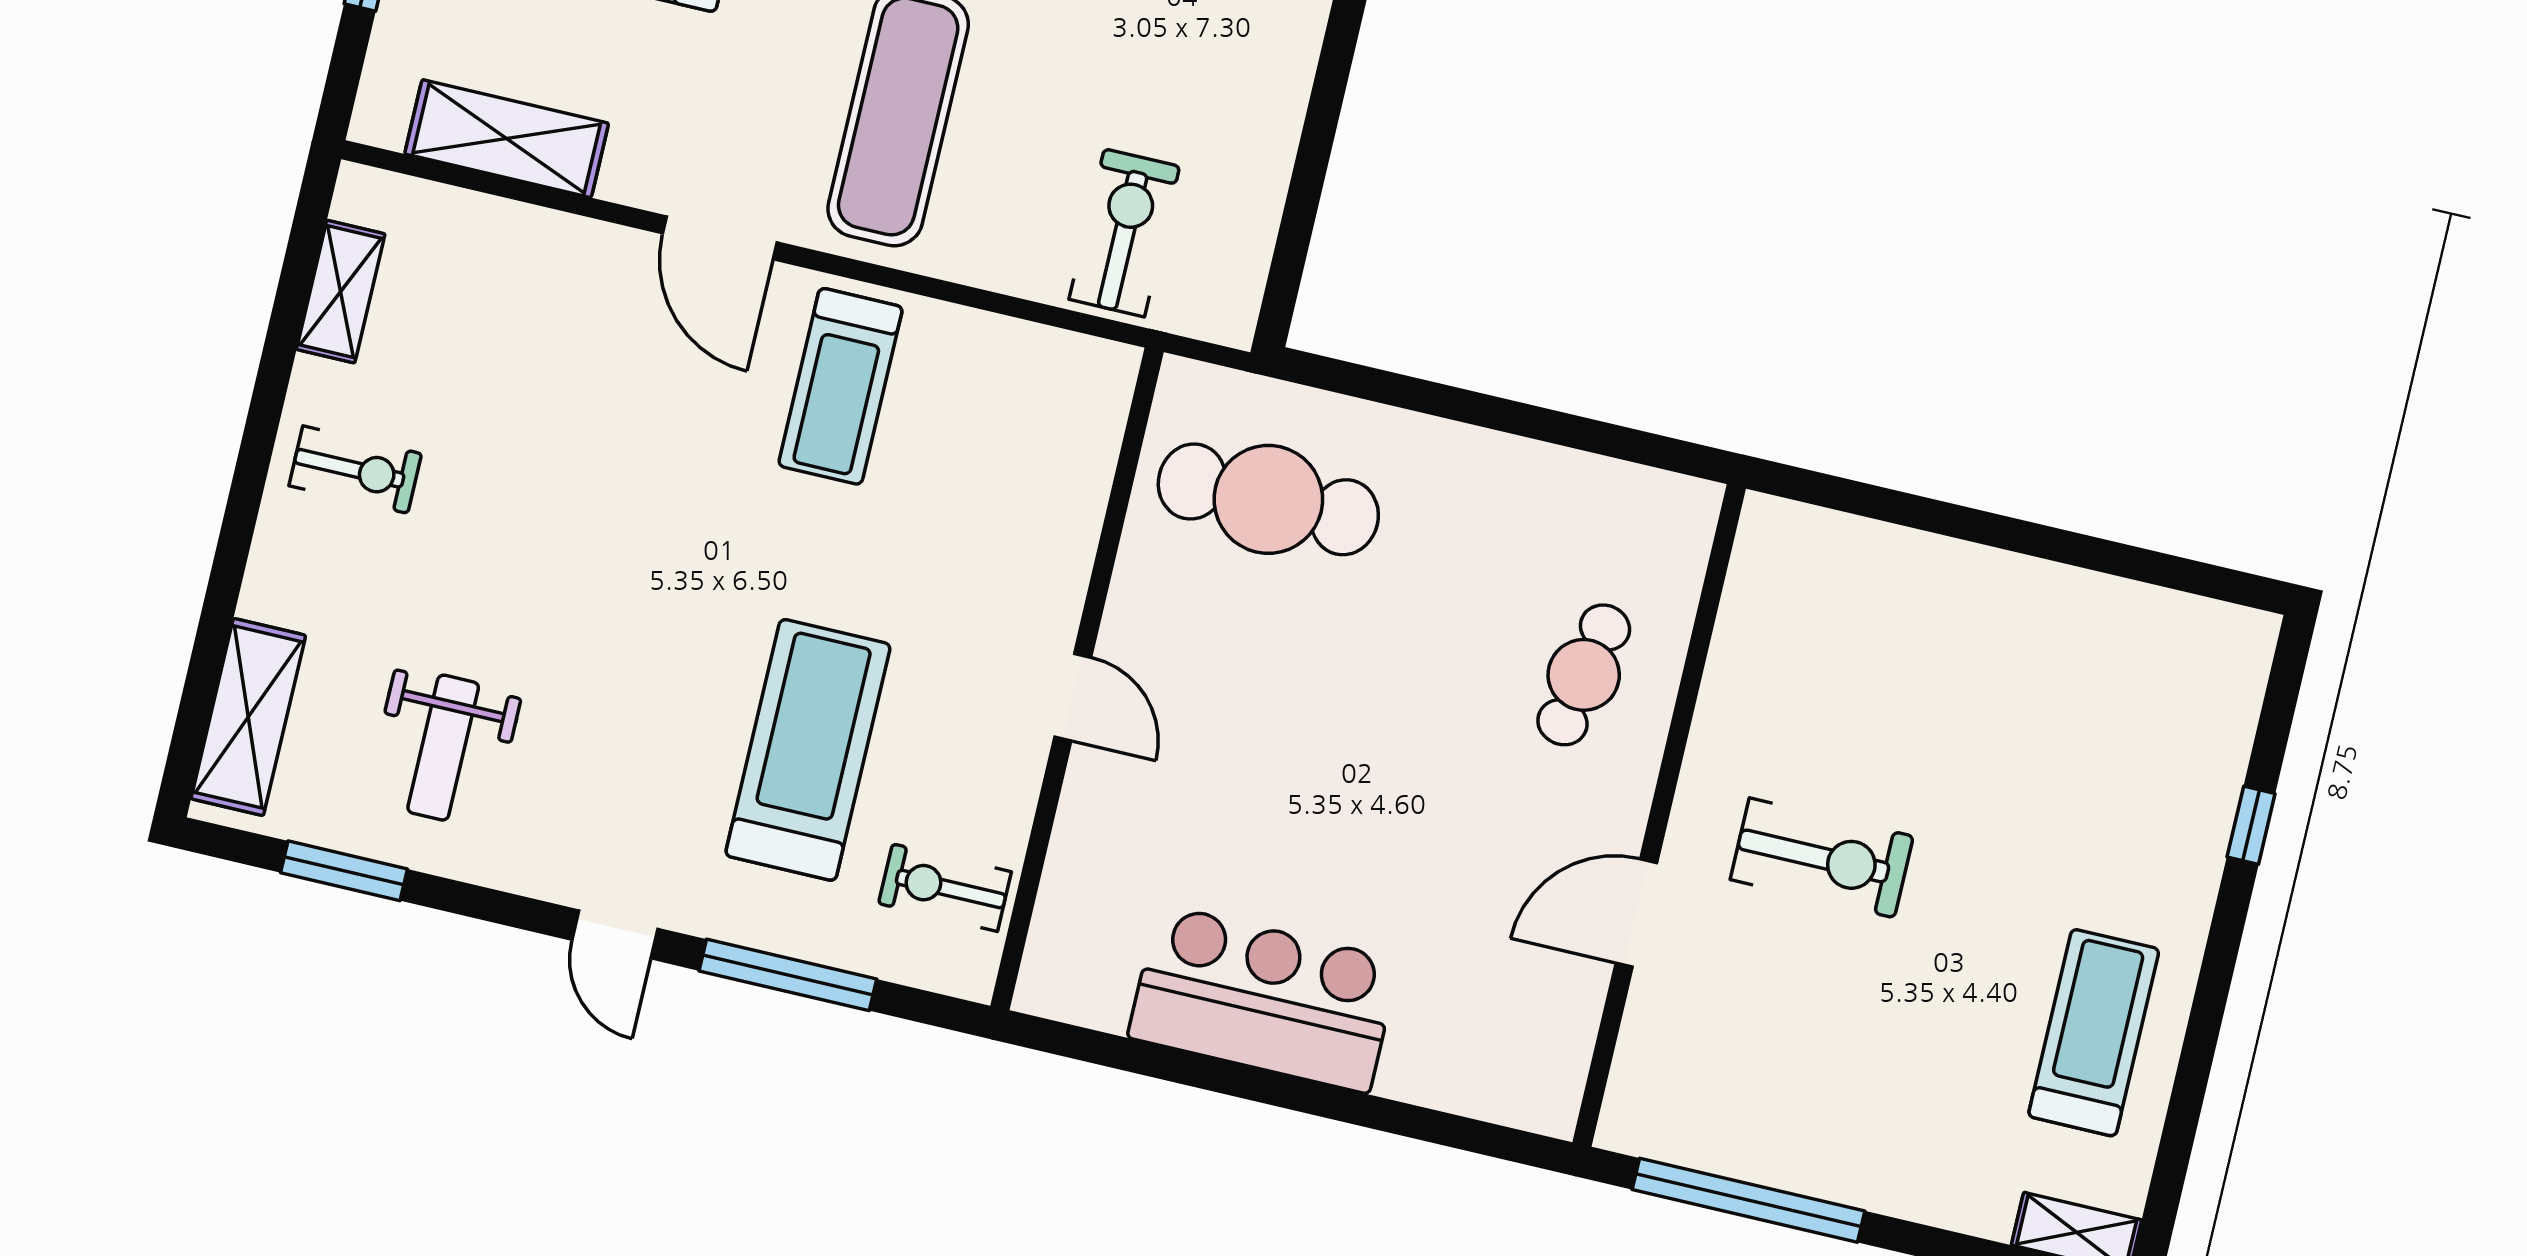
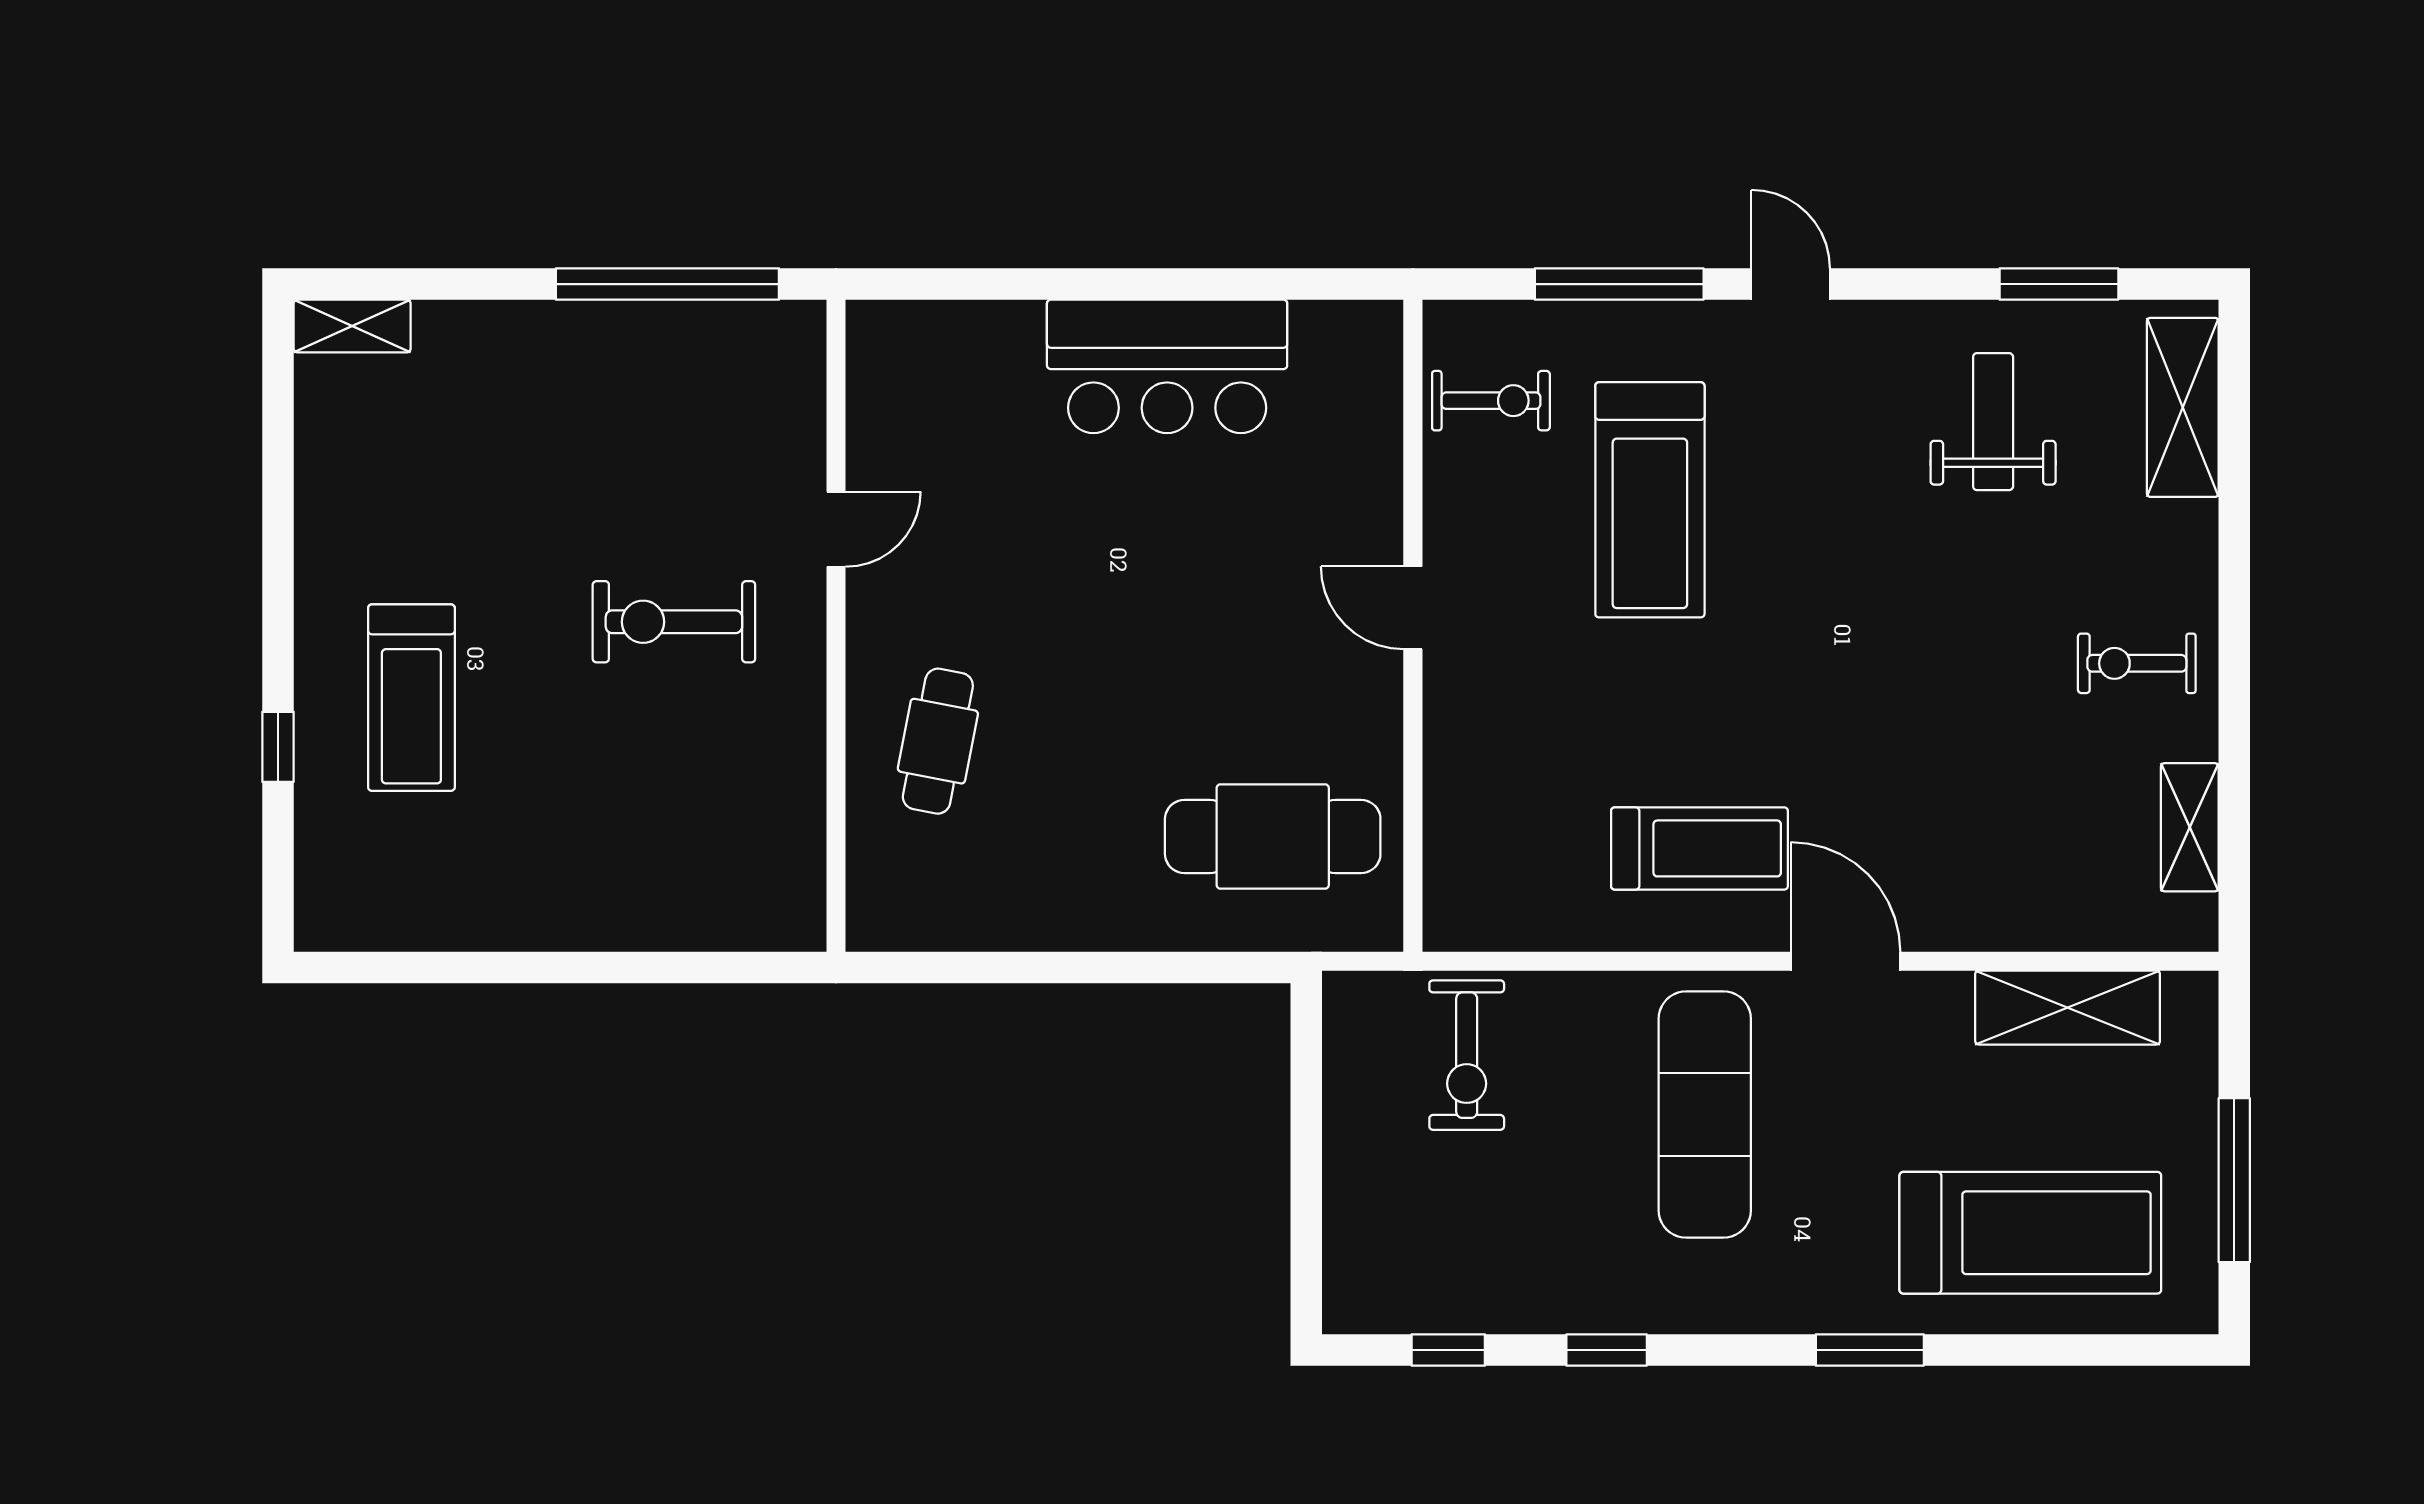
treadmill: (840, 386) -> (1699, 848), turned 90
door: (1636, 913) -> (836, 529), width x0.73
treadmill: (2094, 1033) -> (411, 698), moved

